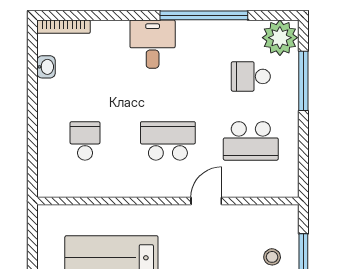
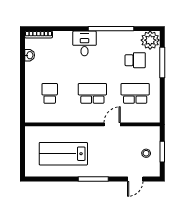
school desk: (251, 76) -> (135, 60), turned 180
school desk: (251, 141) -> (135, 93), turned 180

